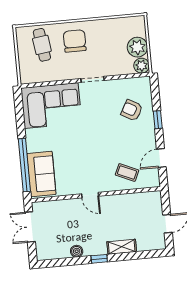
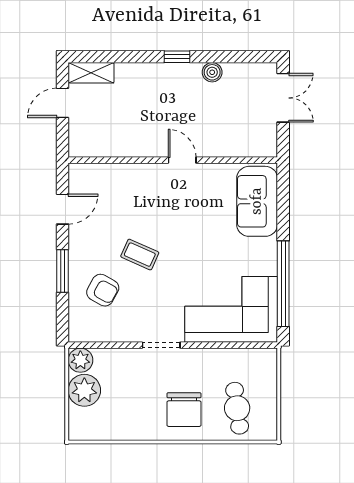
window: (158, 120) -> (63, 271), width x1.50
window: (24, 165) -> (283, 284), moved
coffee table: (127, 173) -> (140, 255), moved
double door: (30, 227) -> (283, 98), moved
shelving: (122, 247) -> (91, 73), moved

